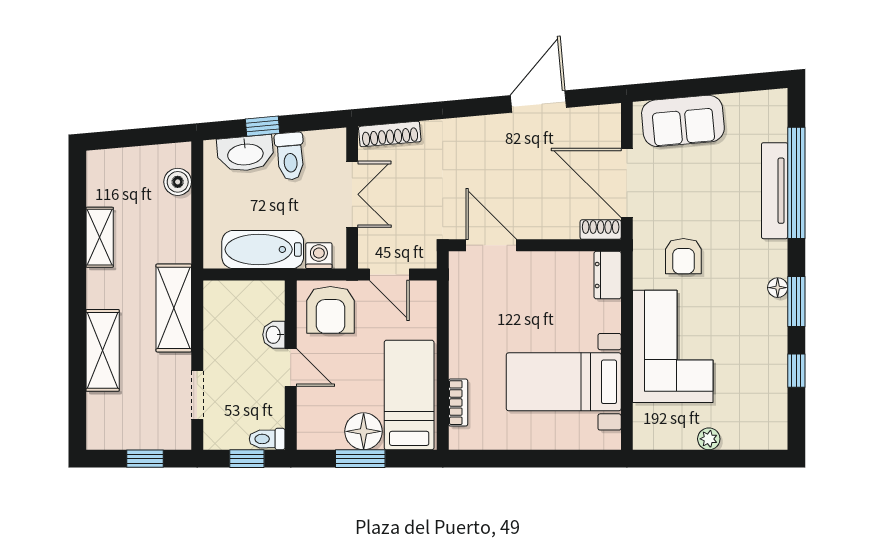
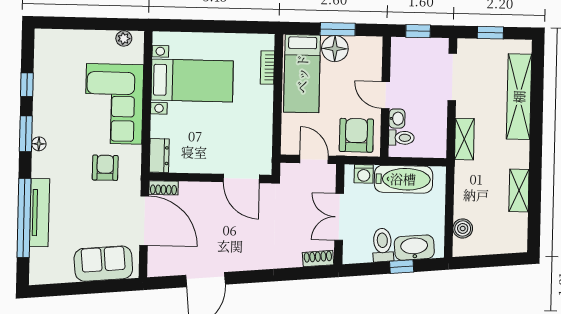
shoe rack: (390, 134) -> (318, 259), width x0.70
shelving: (174, 308) -> (464, 139), width x0.67, depth x0.75
shelving: (103, 350) -> (519, 97), width x1.47
doorway: (197, 395) -> (452, 77), width x1.38
toilet: (267, 439) -> (401, 138), moved
plant: (709, 439) -> (124, 38), moved

